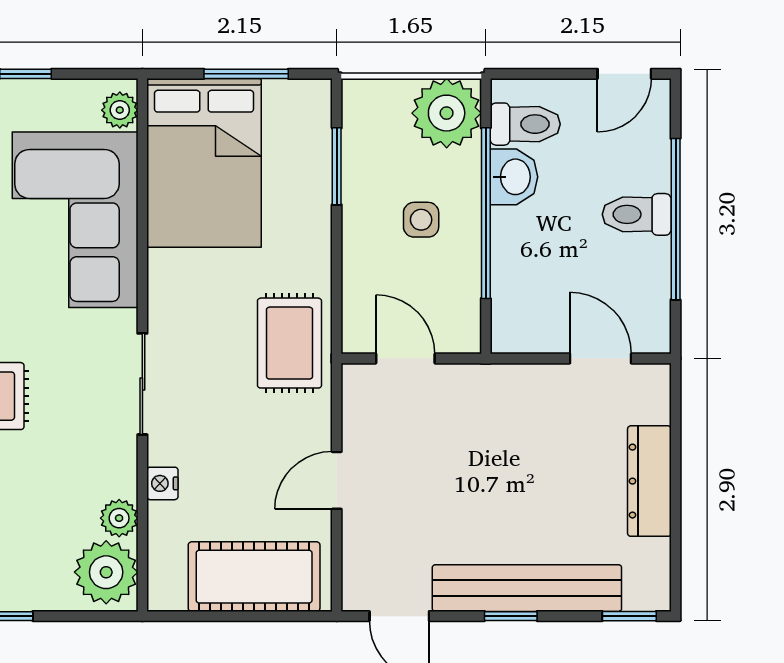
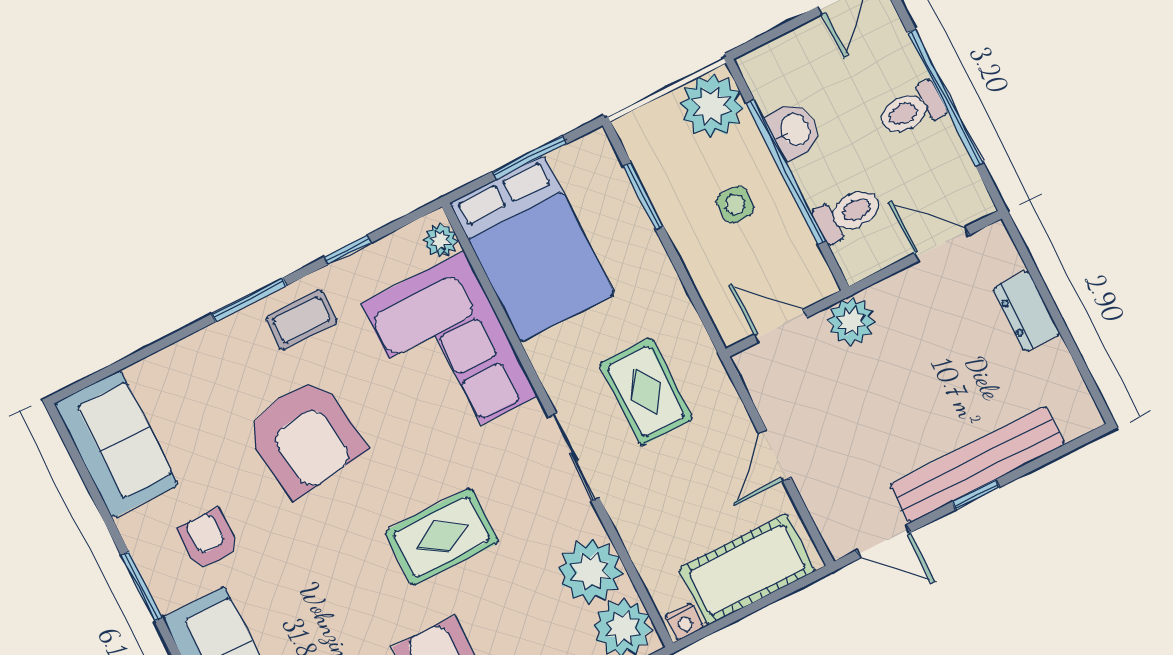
toilet: (525, 124) -> (848, 214), moved
rug: (289, 343) -> (646, 391), moved
plant: (476, 389) -> (851, 321), added
dresser: (649, 481) -> (1026, 311), width x0.70
nightstand: (162, 483) -> (684, 622), moved, turned -90
plant: (119, 518) -> (590, 571), width x1.87, depth x1.87
window: (629, 616) -> (1074, 445), removed

